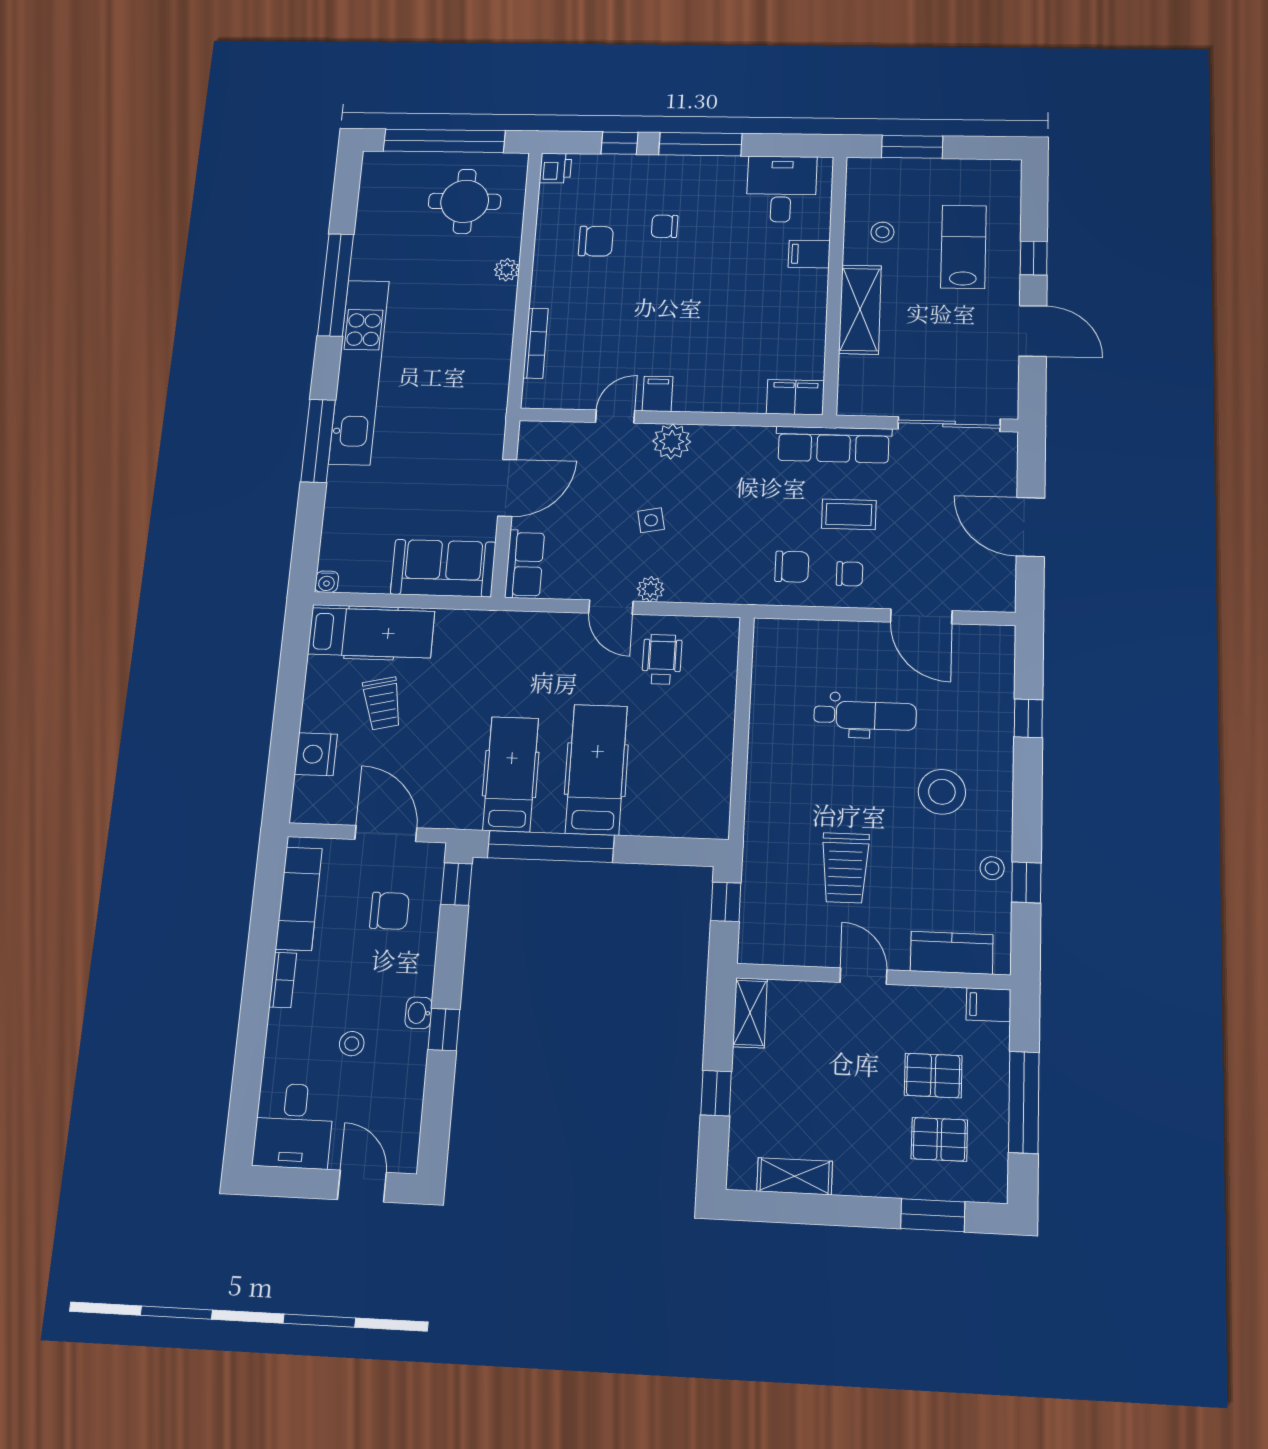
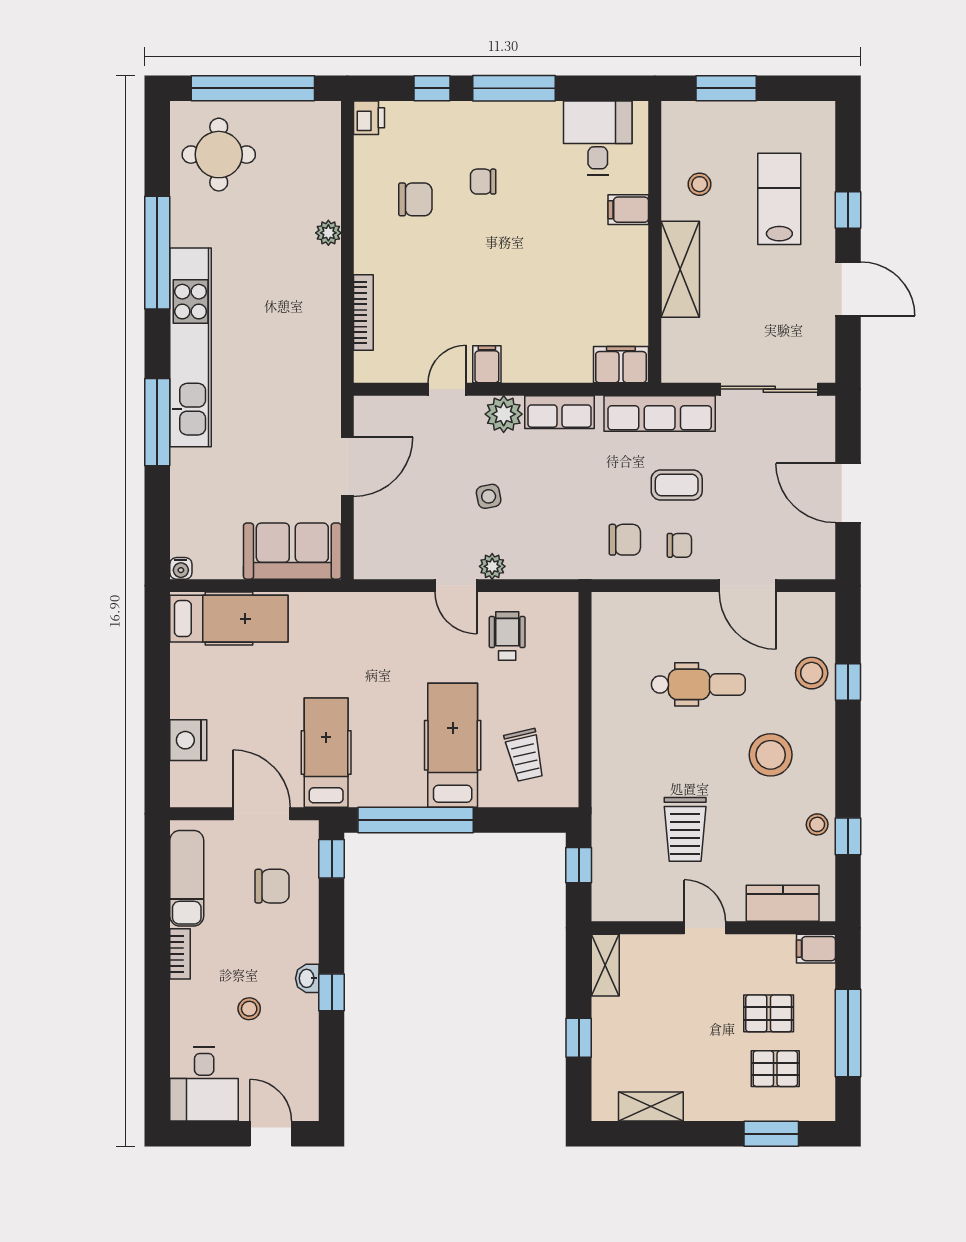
round table: (465, 201) -> (219, 155), moved
row of seats: (525, 564) -> (559, 412), moved, turned 90
trolley: (382, 703) -> (525, 755), moved
stool: (989, 708) -> (812, 673), added
hospital bed: (511, 774) -> (326, 753), moved

